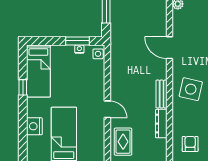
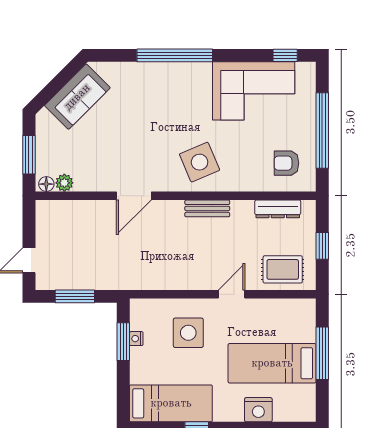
side table: (98, 54) -> (188, 333), moved, width x1.87, depth x1.87
side table: (191, 89) -> (200, 162), turned -36
dresser: (161, 124) -> (278, 209), moved

